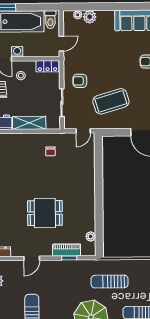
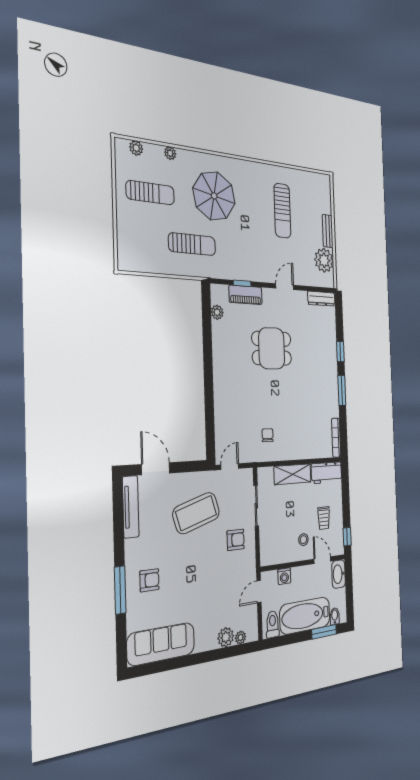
washing machine: (17, 52) -> (284, 576), moved
locker: (47, 66) -> (274, 556), removed

